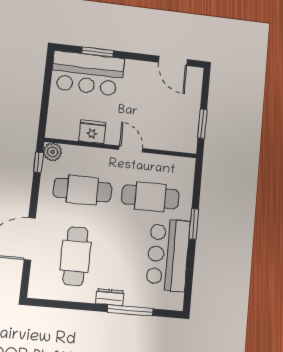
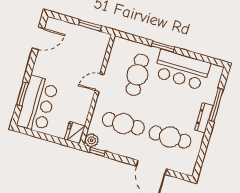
fridge: (92, 132) -> (75, 133), moved
cafe table: (82, 190) -> (123, 124), turned 90
dresser: (110, 297) -> (204, 118), width x1.44

